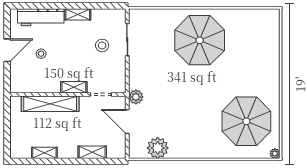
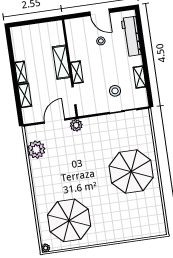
shelving: (78, 14) -> (139, 77), moved
shelving: (50, 104) -> (61, 62), width x0.68
shelving: (44, 153) -> (21, 72), moved

